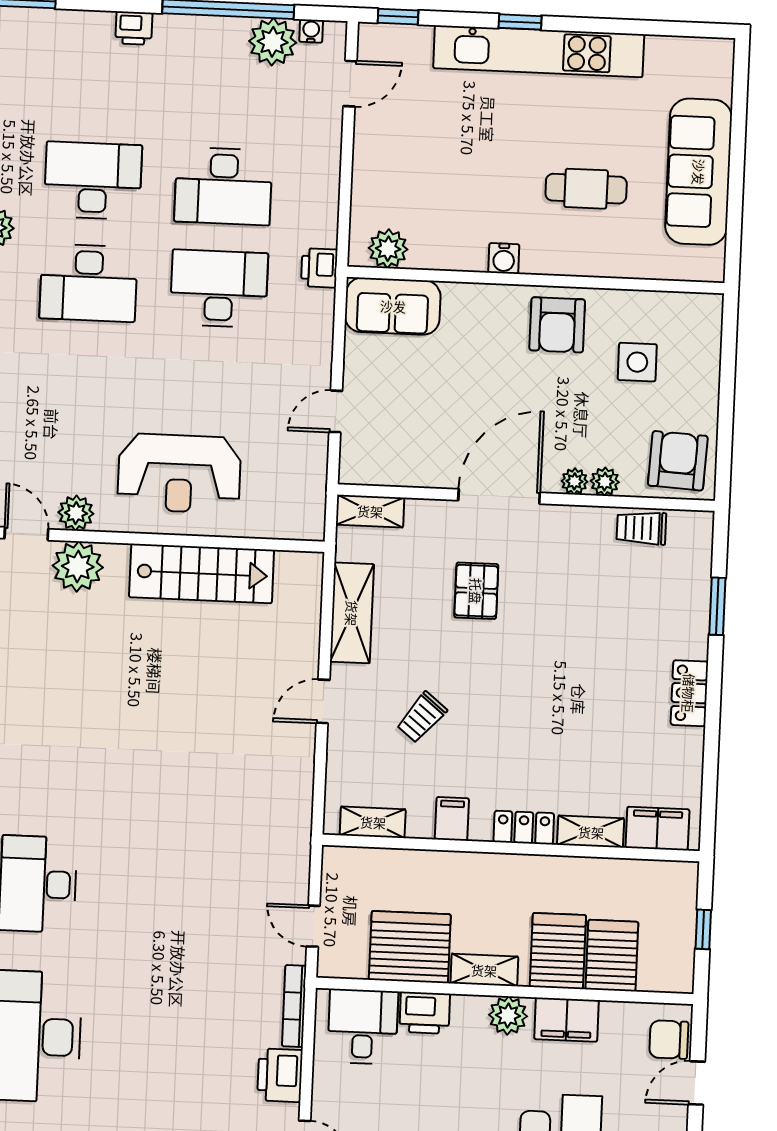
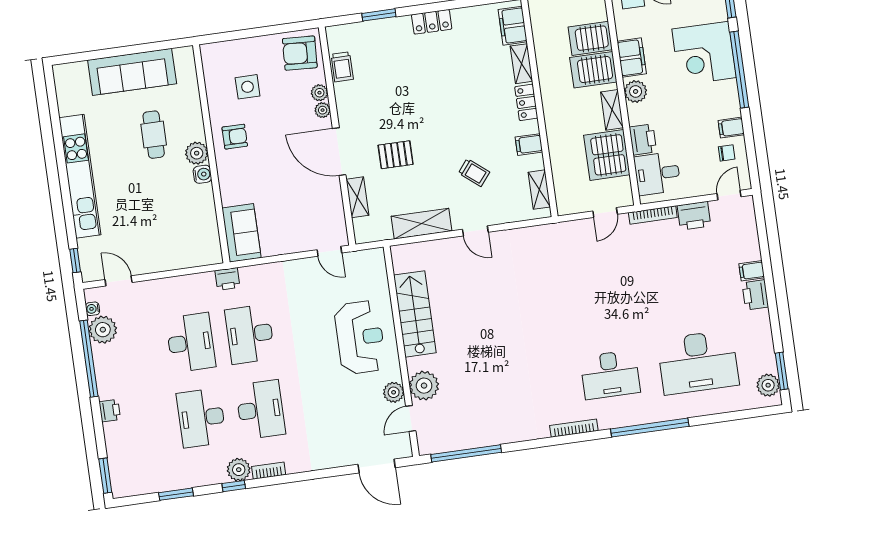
window: (520, 22) -> (65, 190), removed
plant: (388, 249) -> (197, 153), moved
armchair: (557, 325) -> (235, 137), width x0.72, depth x0.72
door: (336, 411) -> (329, 251), moved
shelving: (370, 511) -> (357, 197), moved

